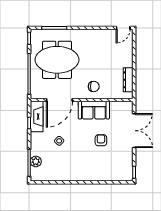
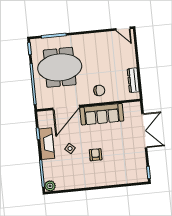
door: (123, 28) -> (123, 29), hinge flipped
sofa: (94, 110) -> (102, 114), width x1.36
fireplace: (37, 117) -> (47, 144), moved
armchair: (101, 140) -> (96, 155), moved
plant: (36, 161) -> (50, 186), moved

